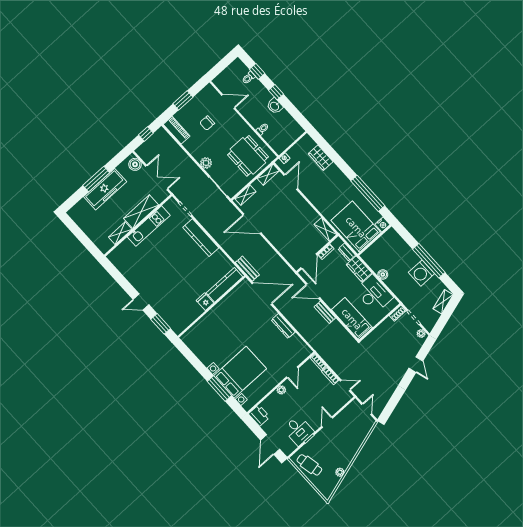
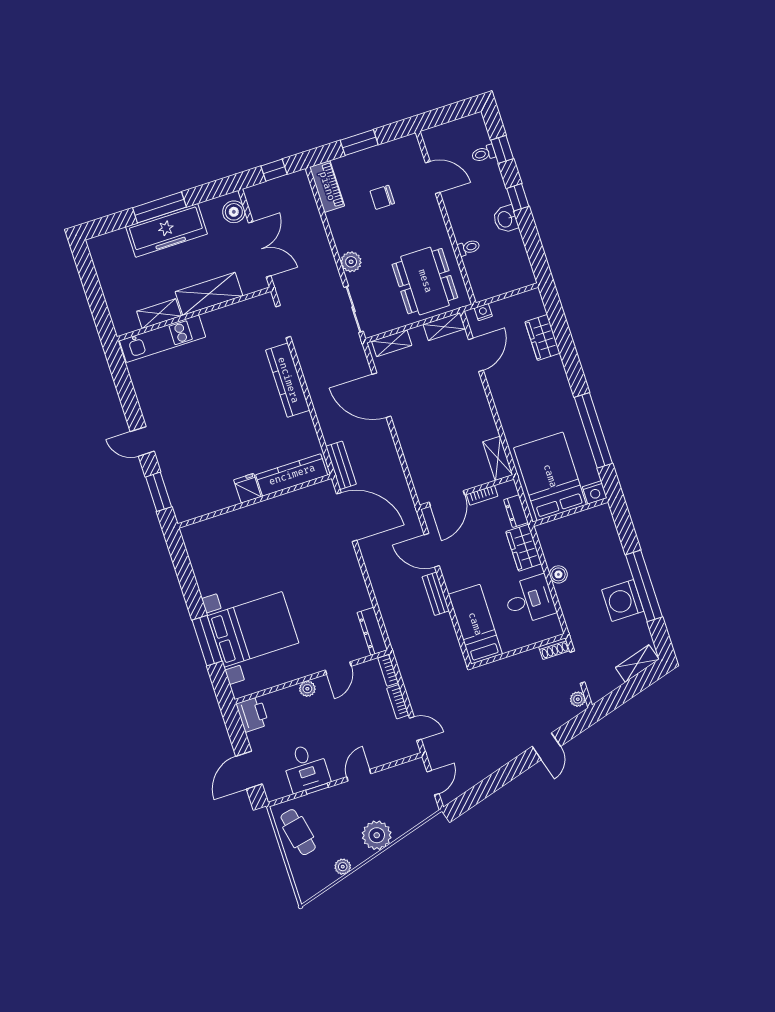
kitchen unit: (149, 226) -> (162, 339), moved
desk: (374, 294) -> (530, 600), width x0.73
dresser: (283, 326) -> (372, 631), moved
plant: (350, 449) -> (377, 835), added

